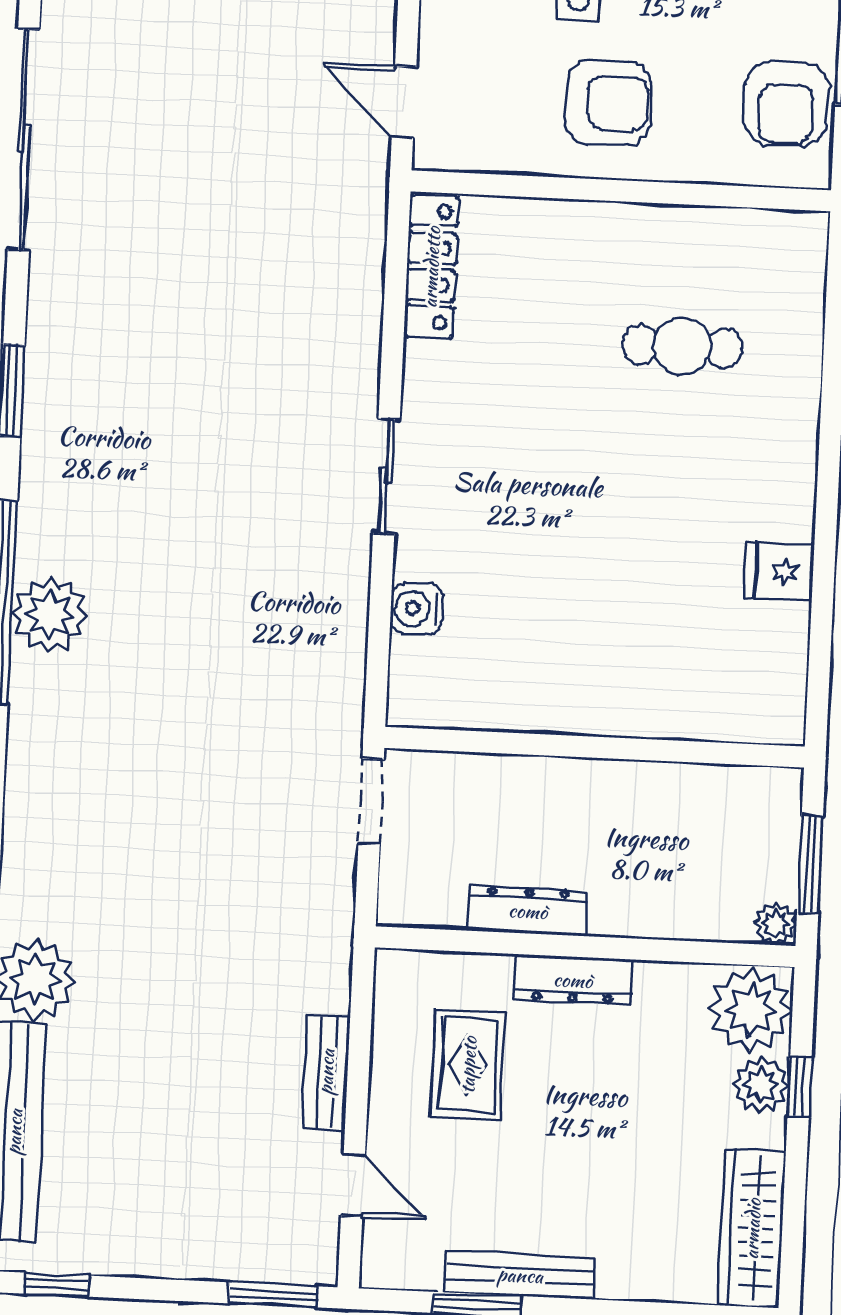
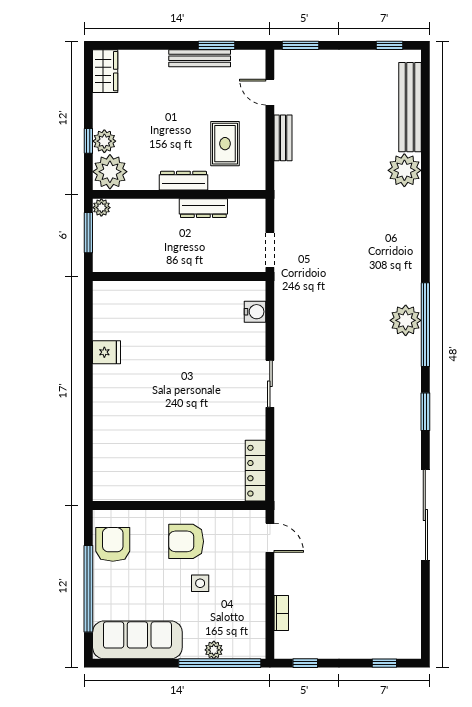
cafe table: (682, 346) -> (151, 443), removed
water cooler: (417, 609) -> (255, 312), moved
wardrobe: (752, 1229) -> (105, 71), width x0.67

